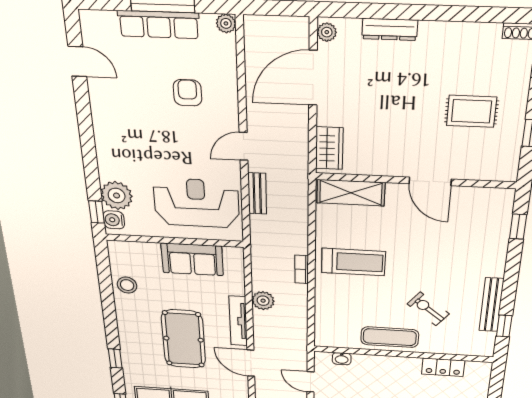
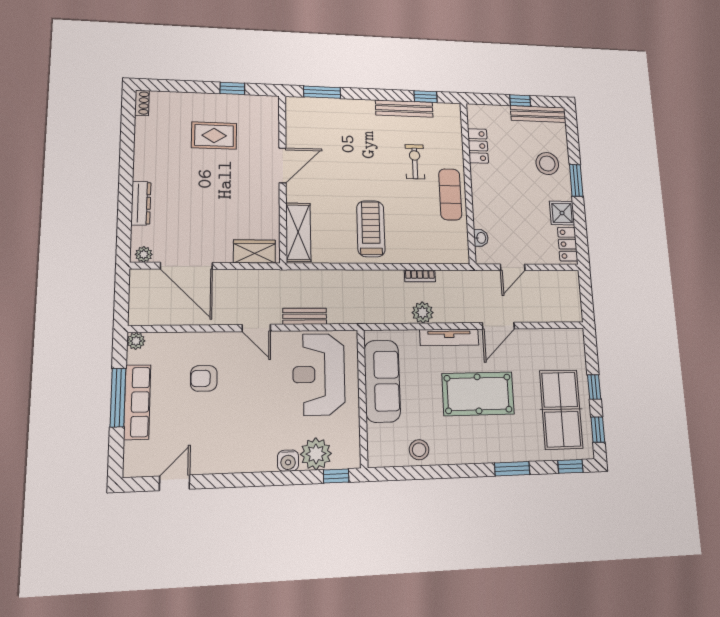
rug: (471, 111) -> (214, 136), turned 90
water cooler: (114, 220) -> (288, 461), moved
window: (518, 227) -> (322, 92), width x1.50
sofa: (192, 259) -> (382, 381), width x1.36
bookcase: (302, 269) -> (420, 276), moved
exercise bike: (428, 309) -> (415, 162), turned 141
window: (115, 358) -> (512, 469), width x1.50

